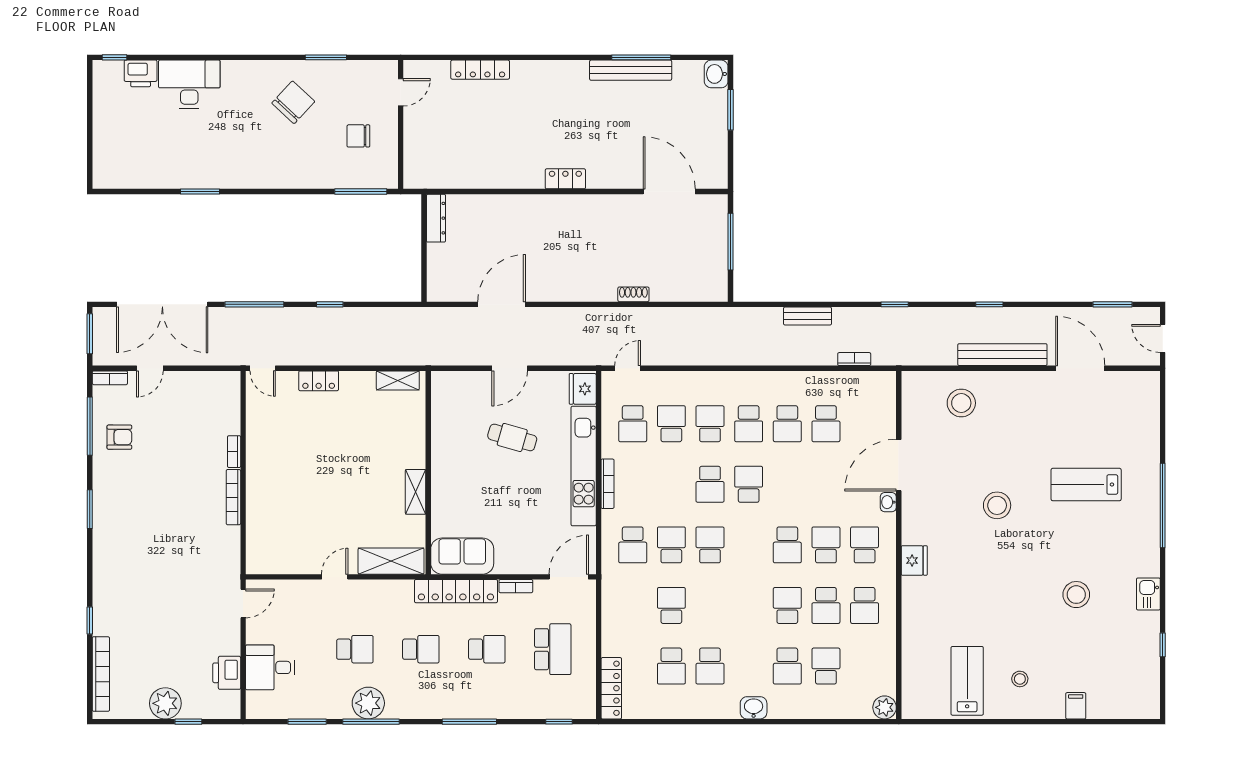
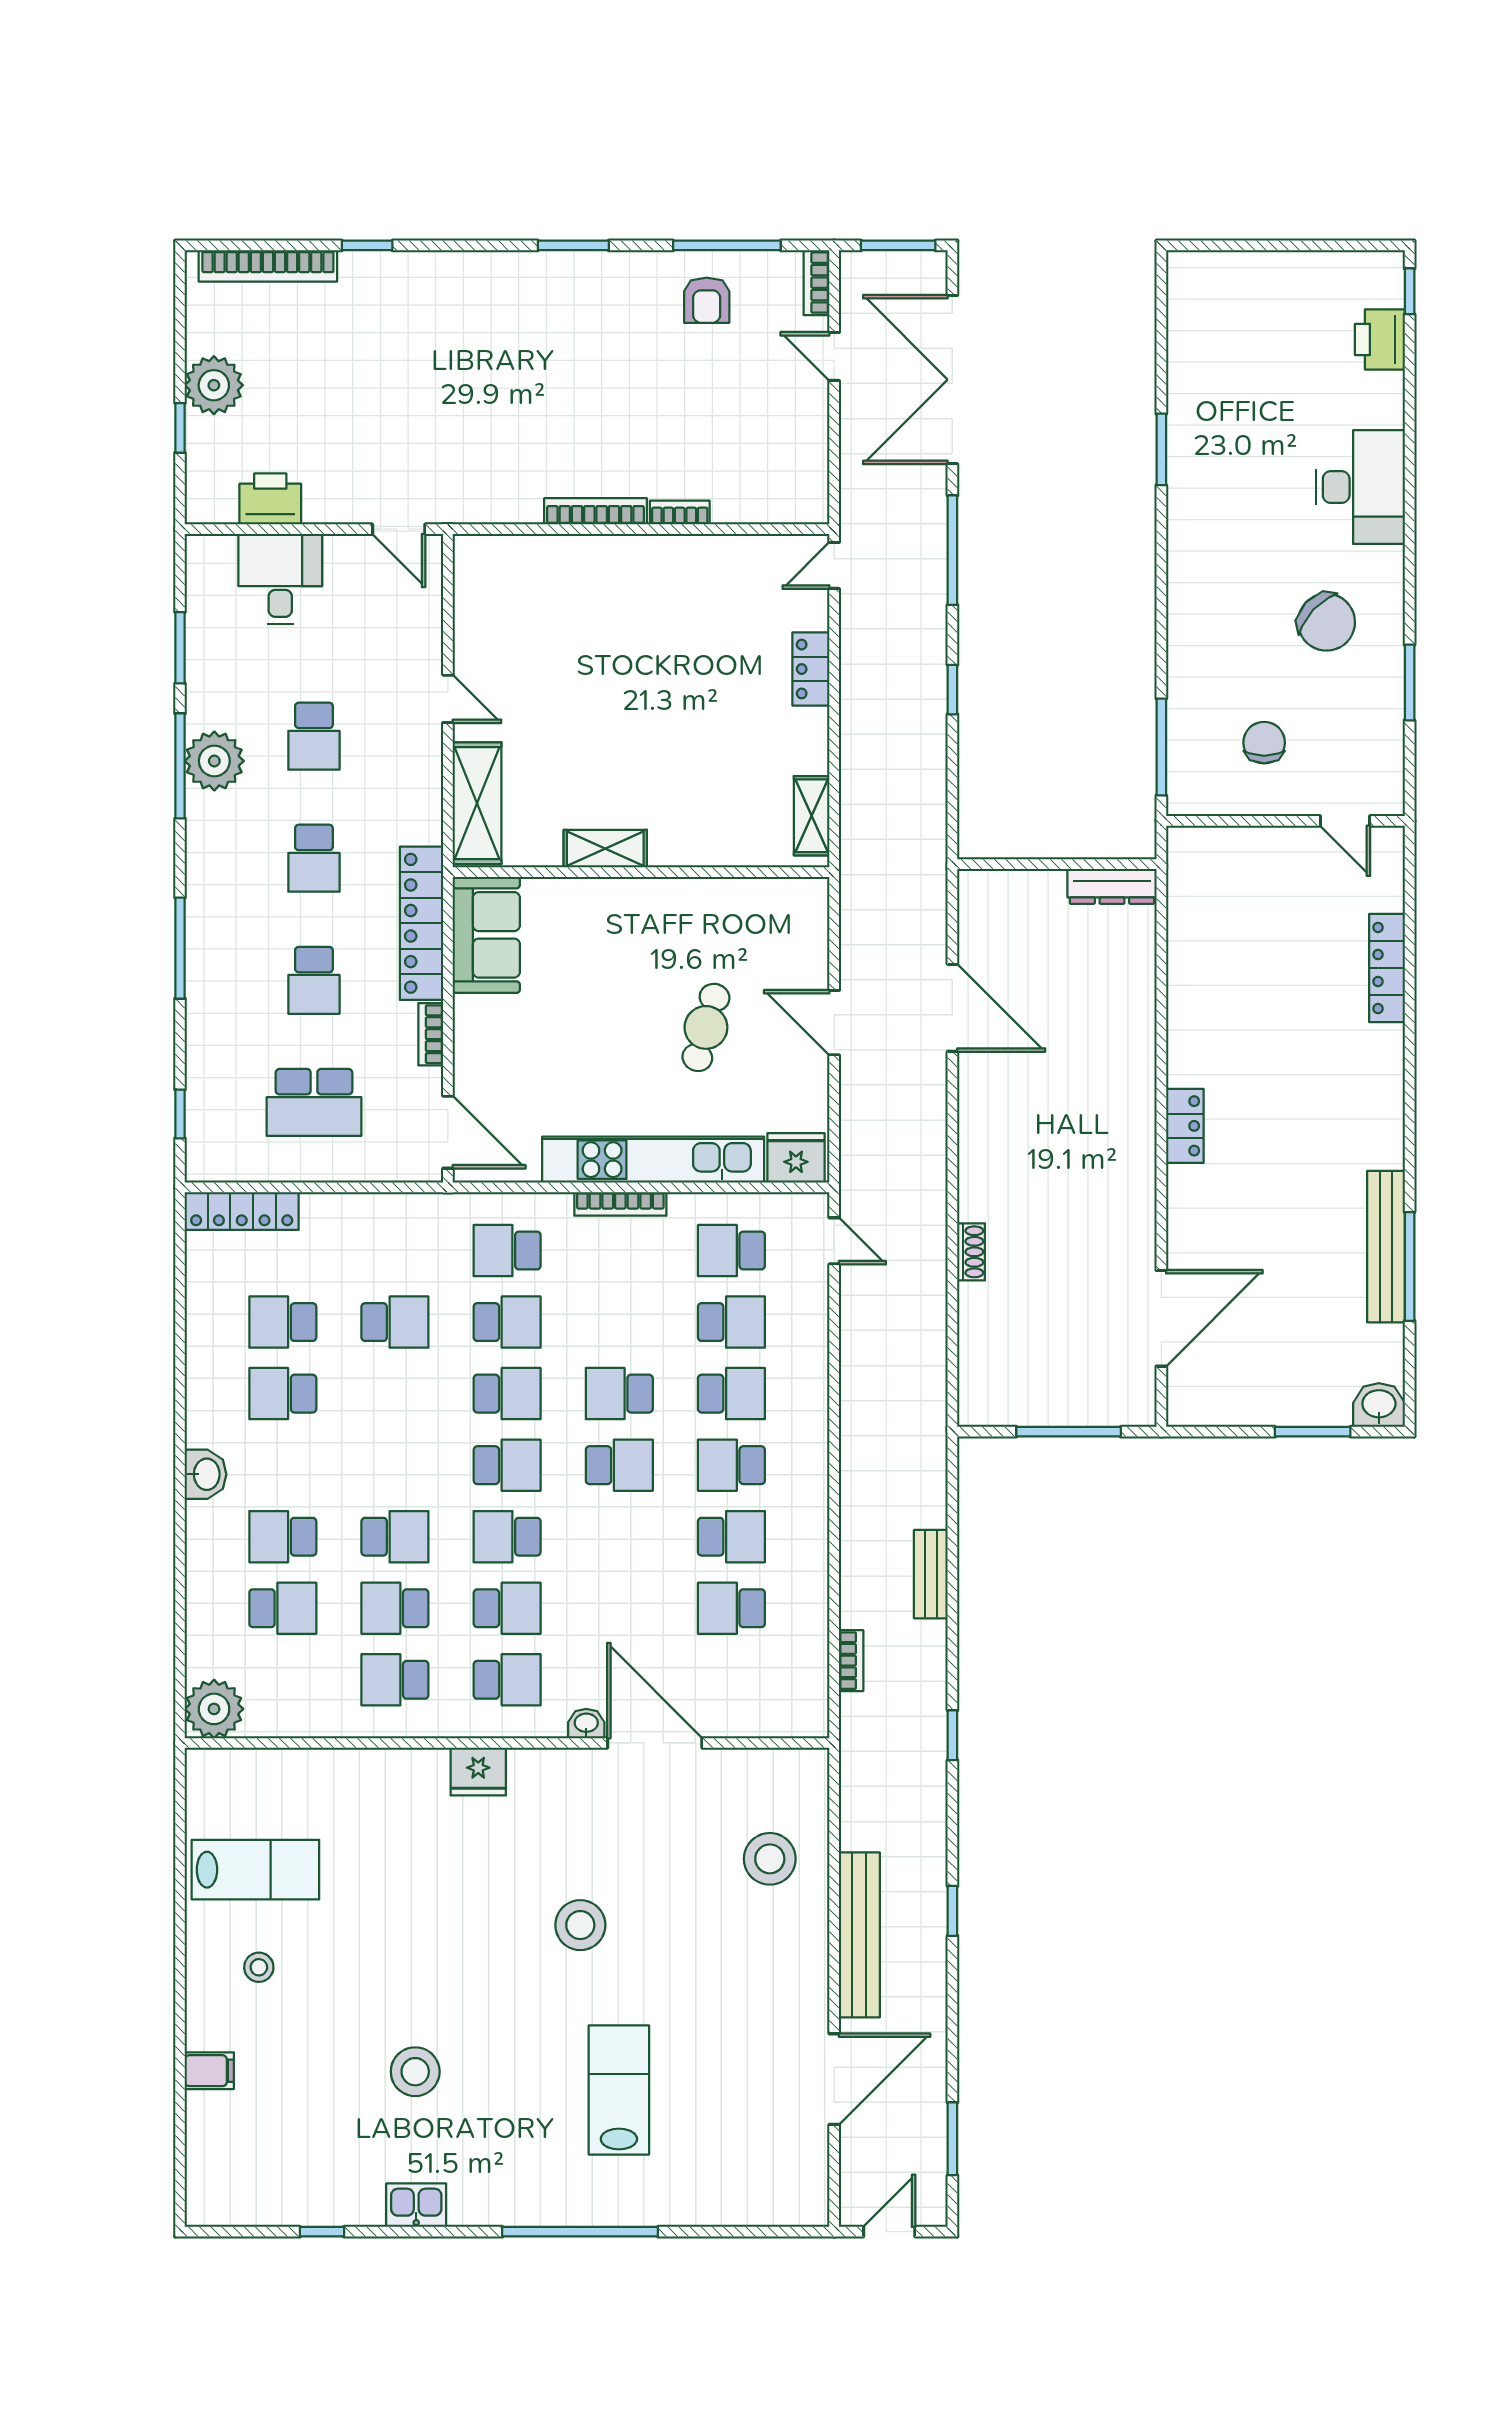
desk: (189, 84) -> (1360, 487), moved
school desk: (787, 424) -> (731, 1537), turned 180
school desk: (749, 545) -> (507, 1465), added
plant: (885, 707) -> (214, 1709), width x1.36, depth x1.36

